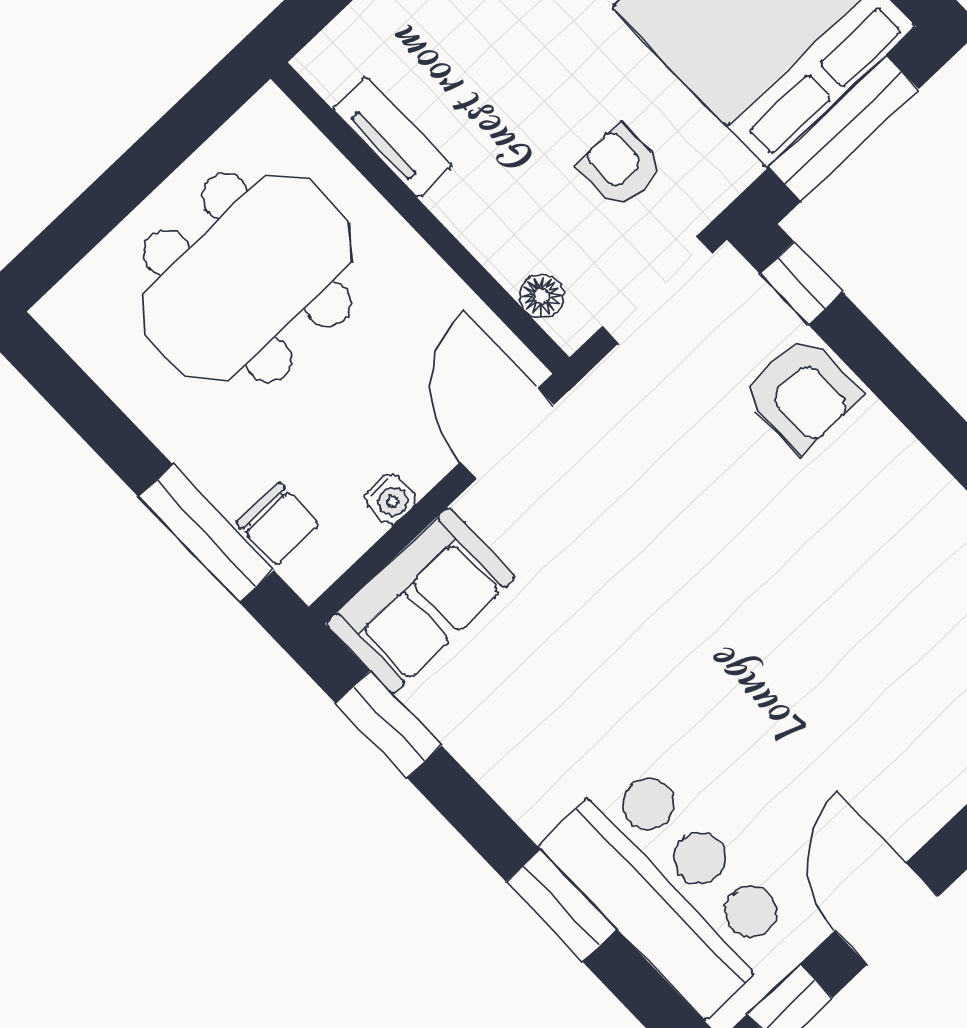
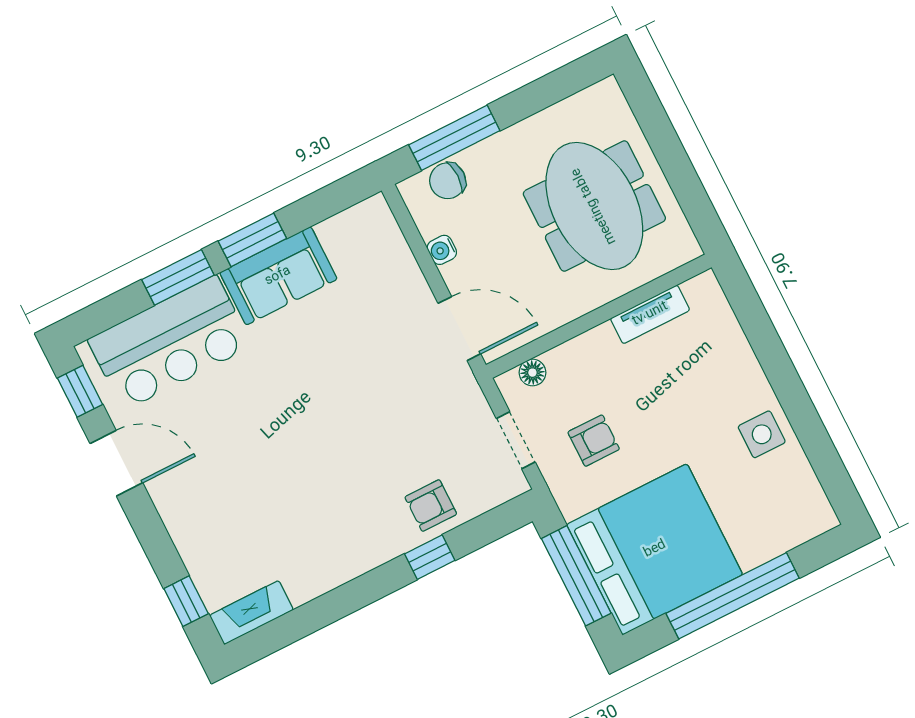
window: (801, 283) -> (430, 557), moved
doorway: (657, 290) -> (516, 440), width x0.73
armchair: (802, 393) -> (431, 506), width x0.72, depth x0.72
sofa: (421, 600) -> (278, 276), moved, turned -90
window: (388, 724) -> (252, 240), moved

